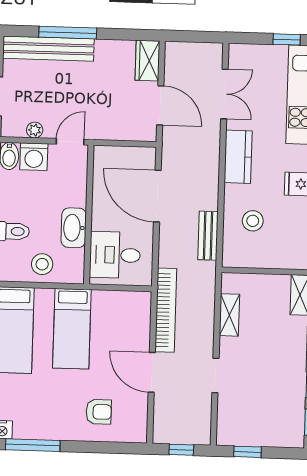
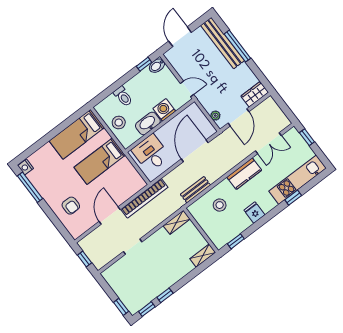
window: (287, 39) -> (307, 137), moved
plant: (35, 130) -> (215, 116), moved
washing machine: (34, 157) -> (164, 110), moved, turned 90
shelving: (229, 315) -> (177, 222), moved
window: (248, 452) -> (121, 307), moved

